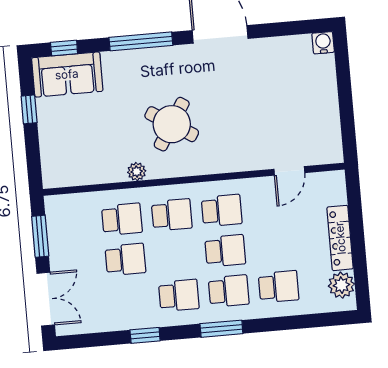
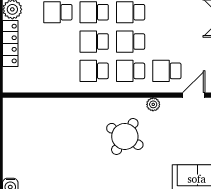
door: (289, 171) -> (194, 95), moved
school desk: (125, 259) -> (131, 42), moved

